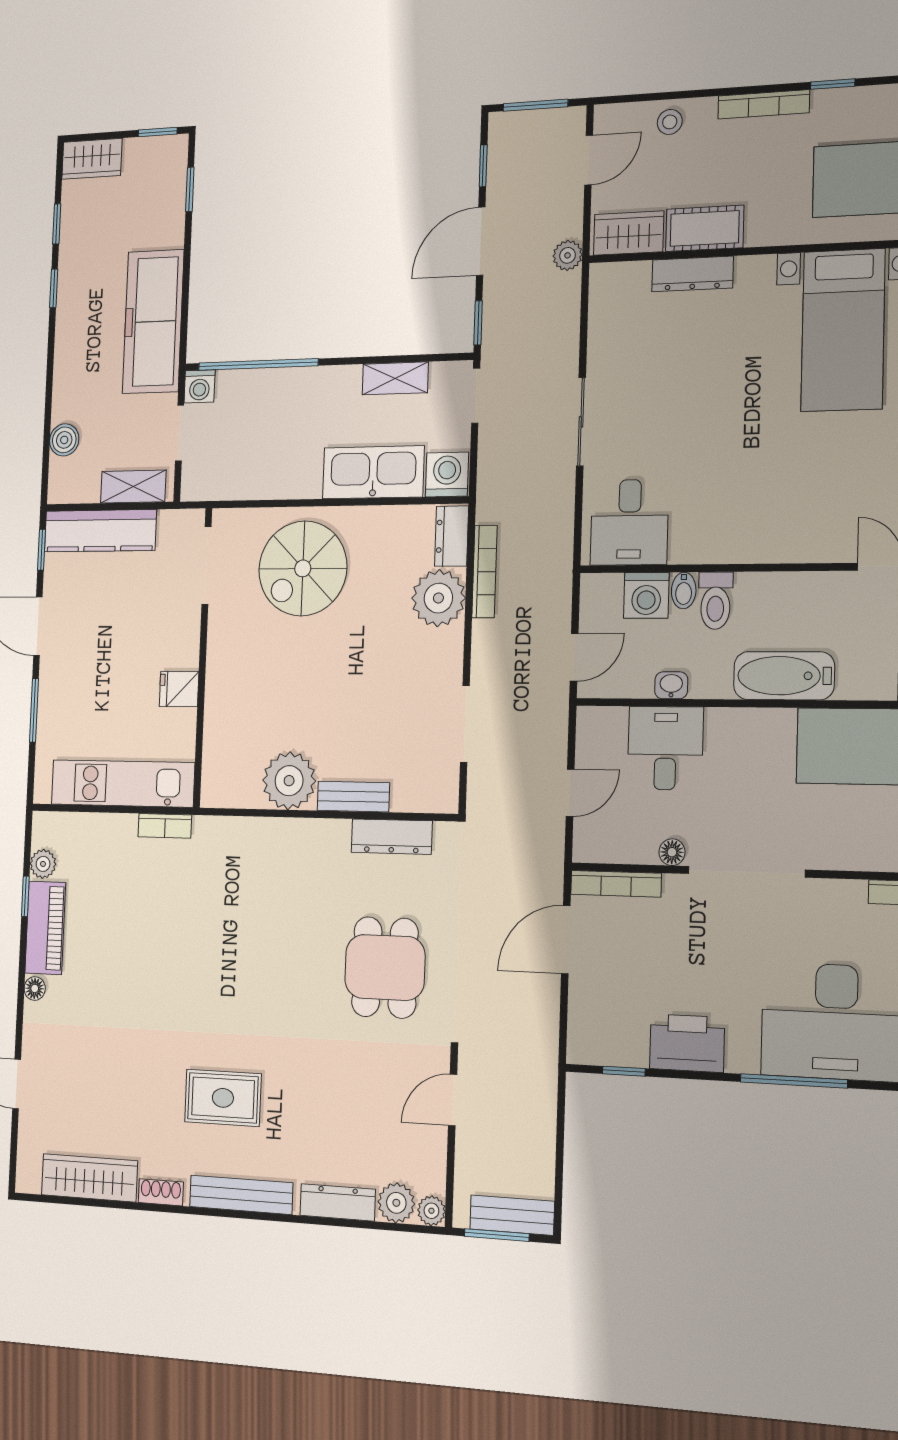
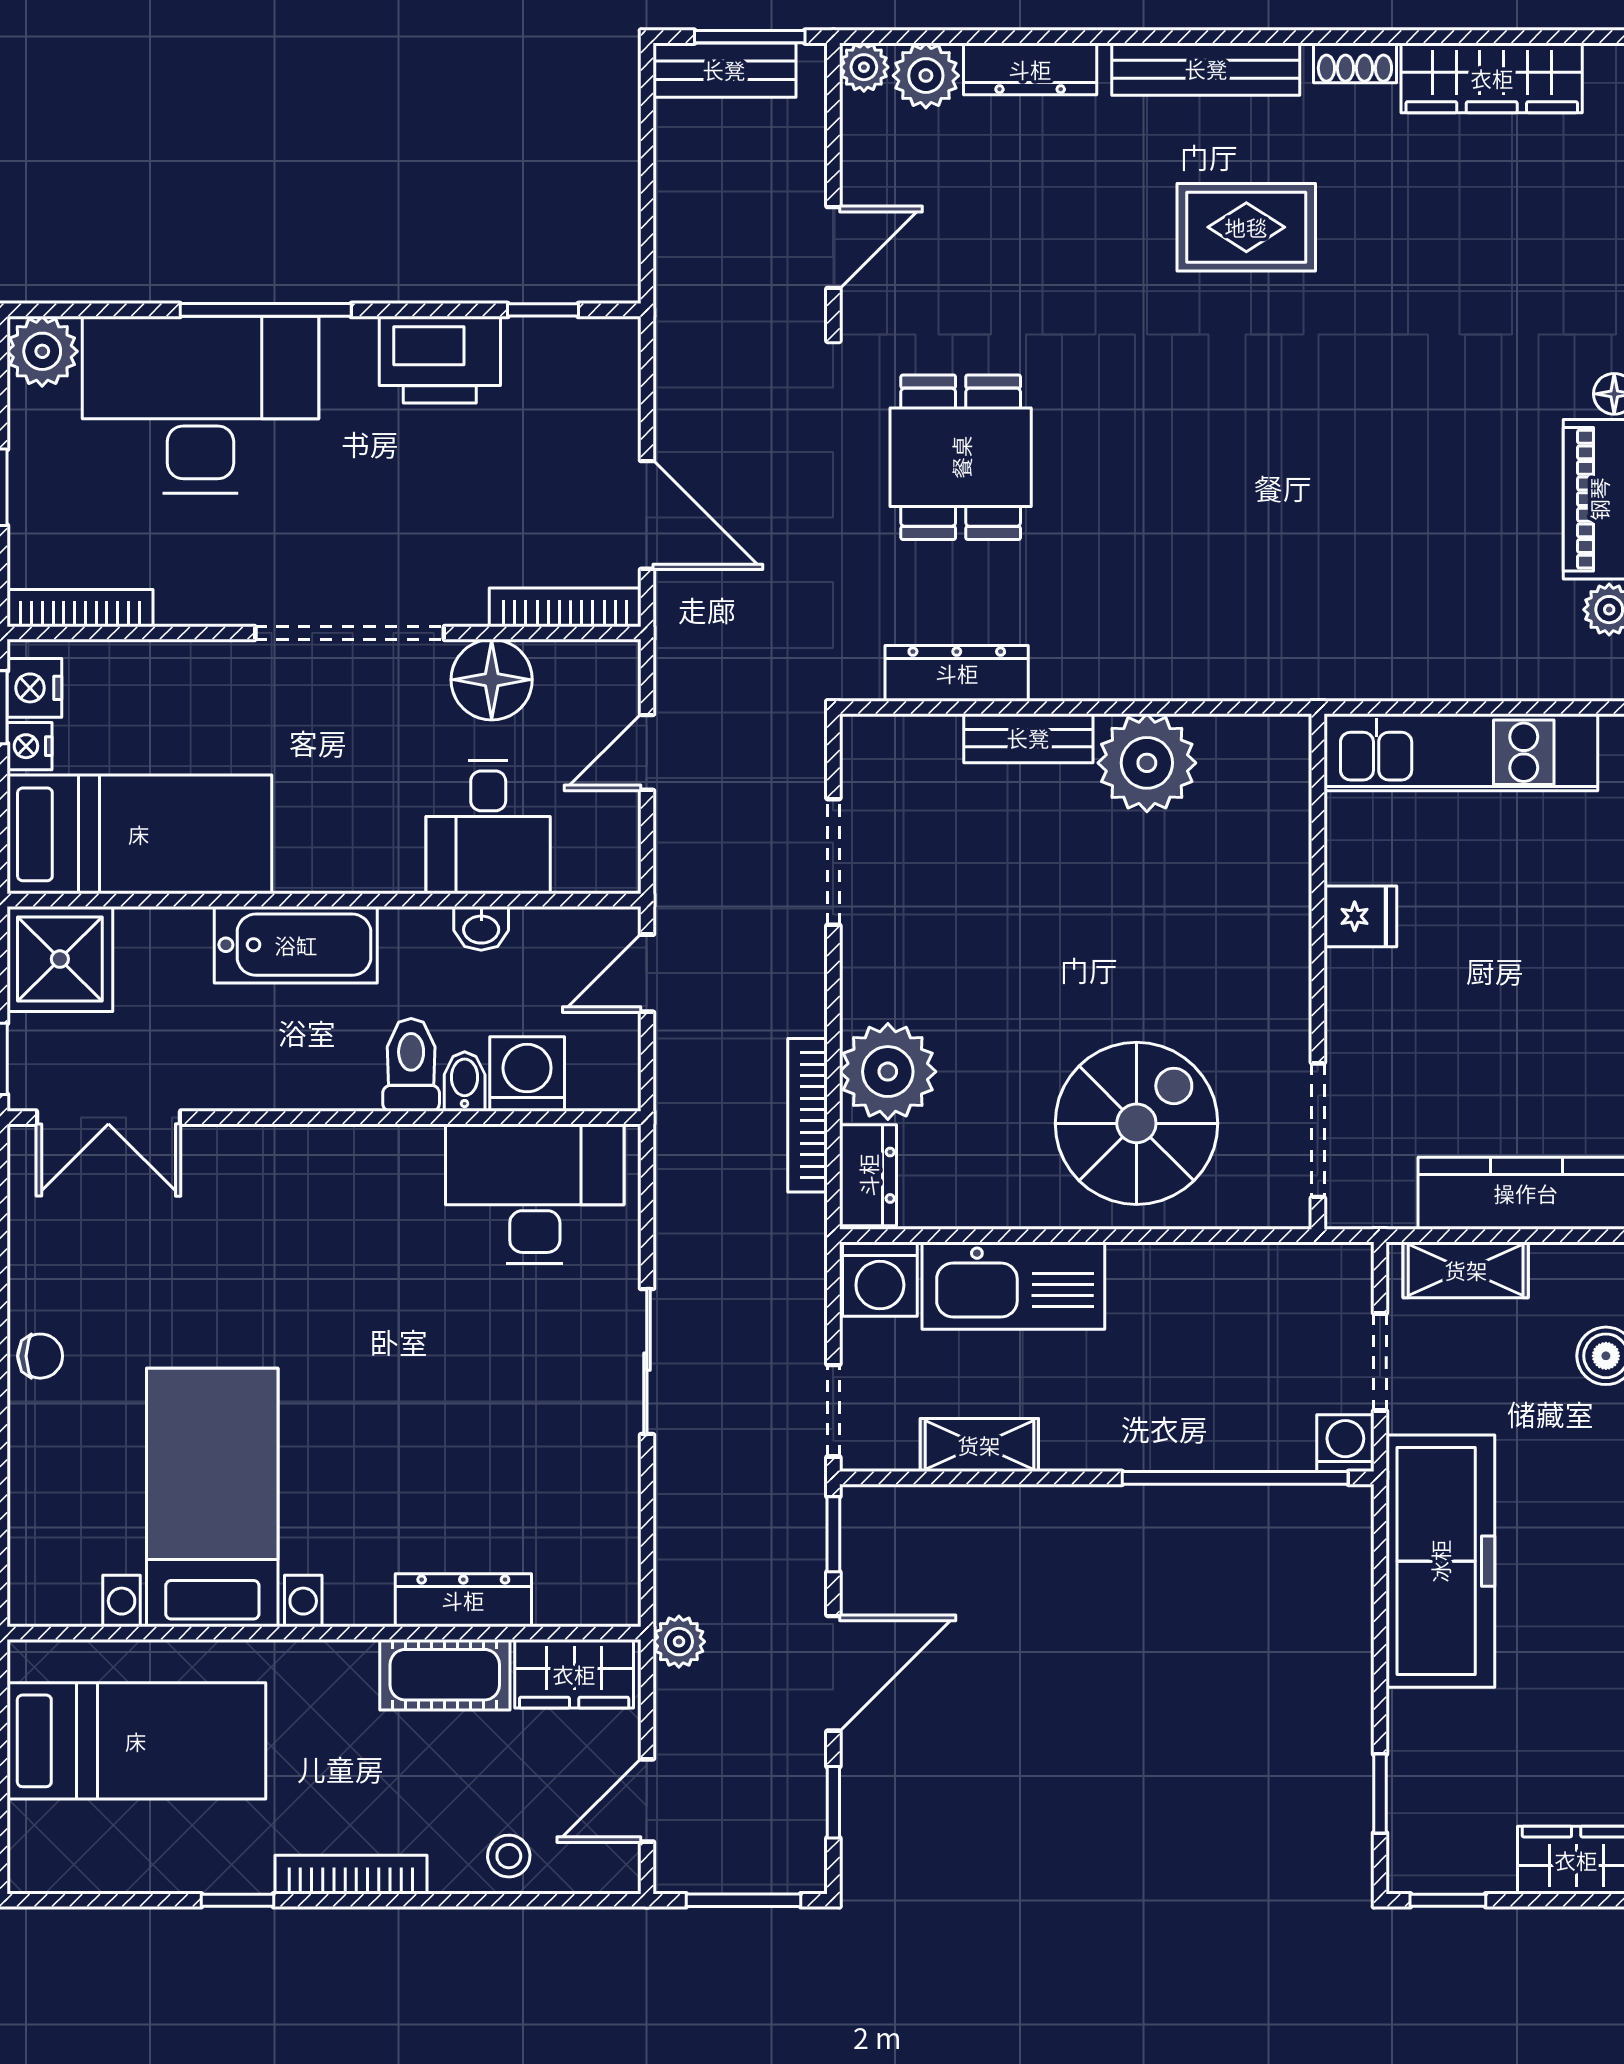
desk: (629, 522) -> (535, 1194), width x1.37
bookcase: (165, 826) -> (1376, 681), removed
floor lamp: (672, 852) -> (492, 680), width x1.89, depth x1.89
door: (566, 940) -> (647, 515), hinge flipped

